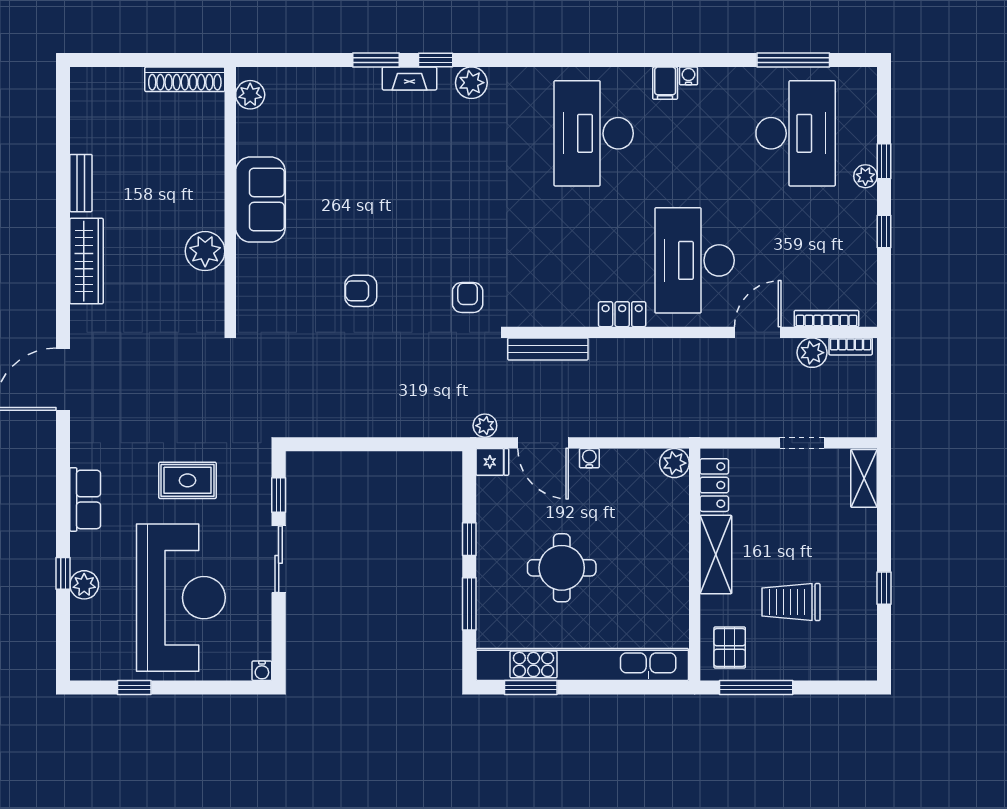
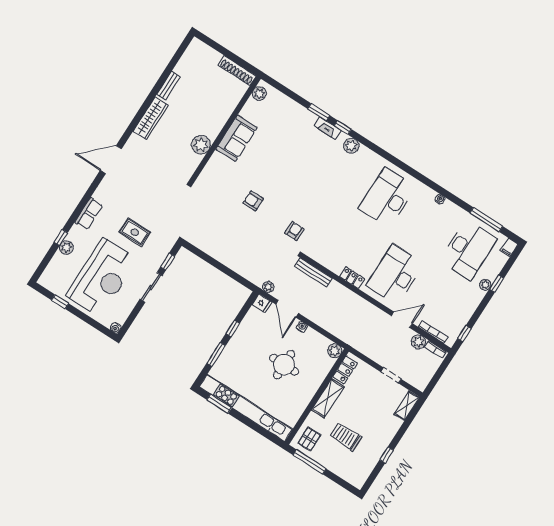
filing cabinet: (665, 83) -> (509, 247), moved
window: (884, 231) -> (464, 334), moved
round table: (562, 568) -> (284, 365), moved

